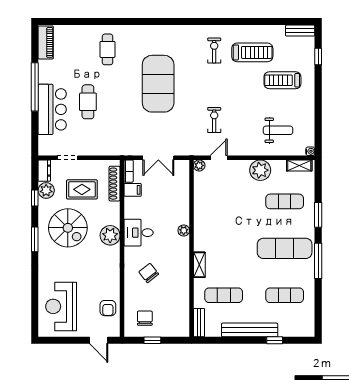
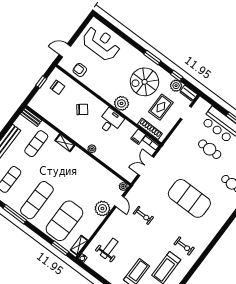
weight bench: (278, 130) -> (109, 248), turned 180
plant: (260, 170) -> (102, 208), moved
exercise mat: (285, 201) -> (64, 221), width x2.00, depth x1.45
window: (318, 215) -> (60, 248), moved

